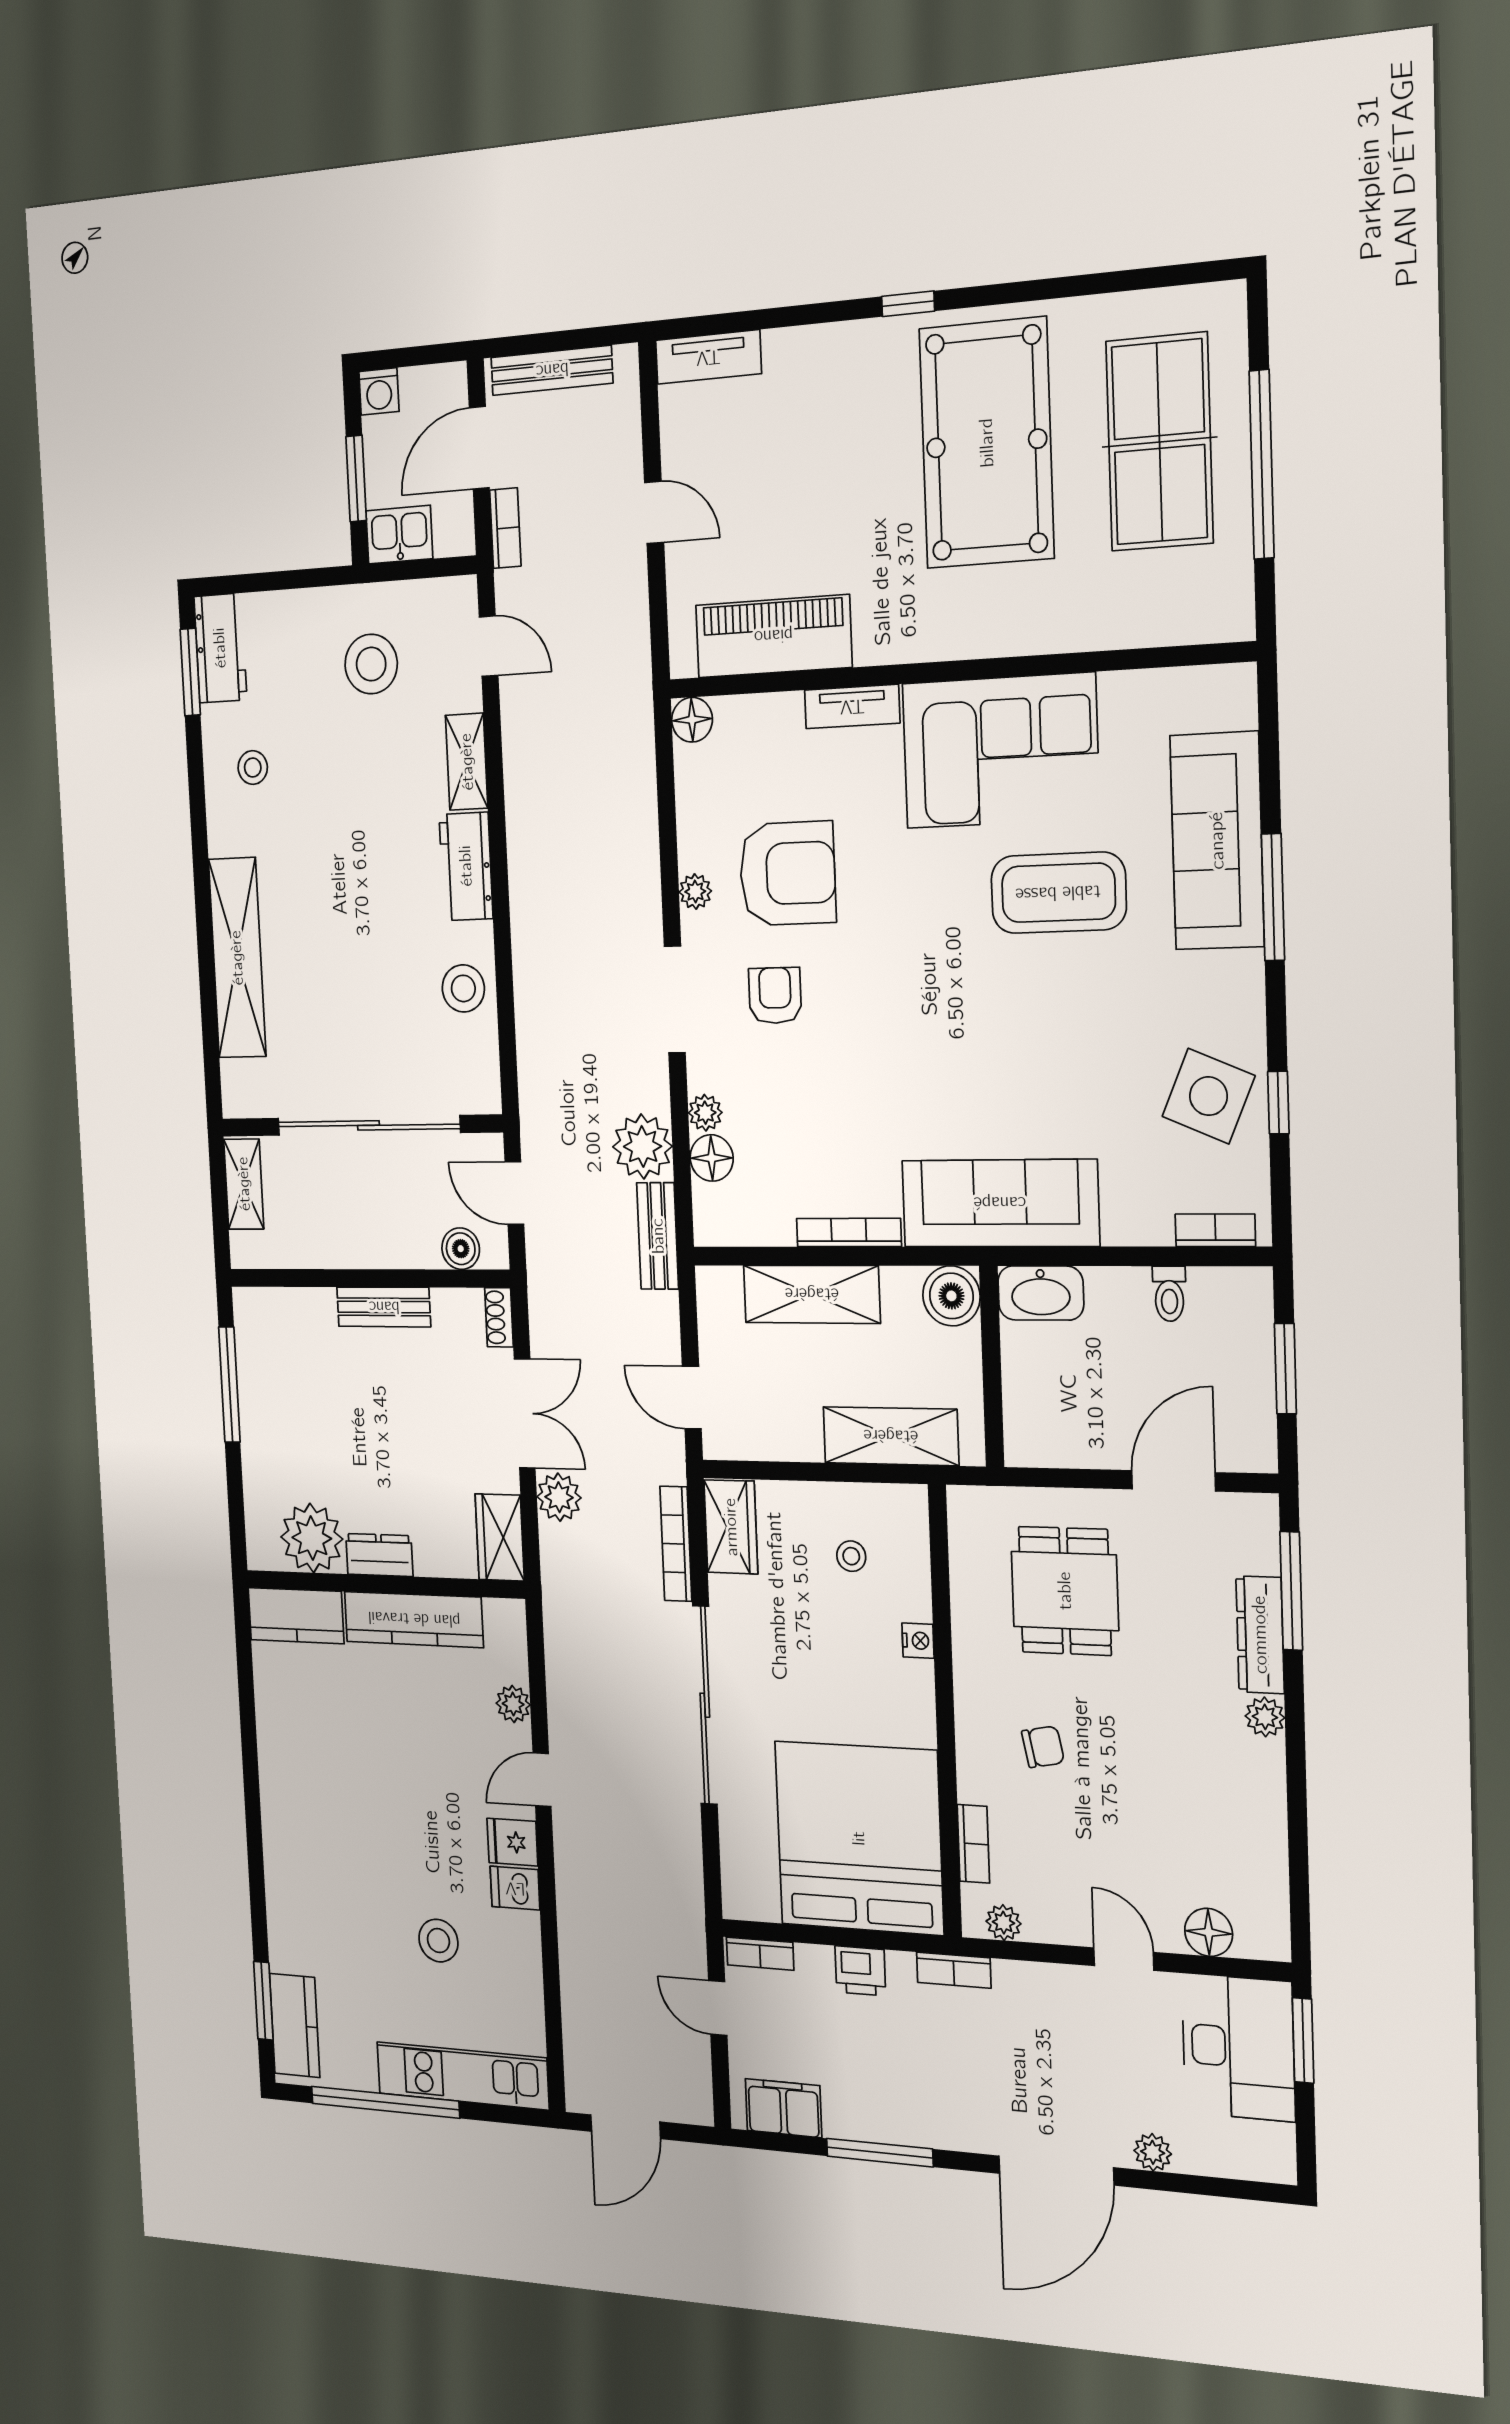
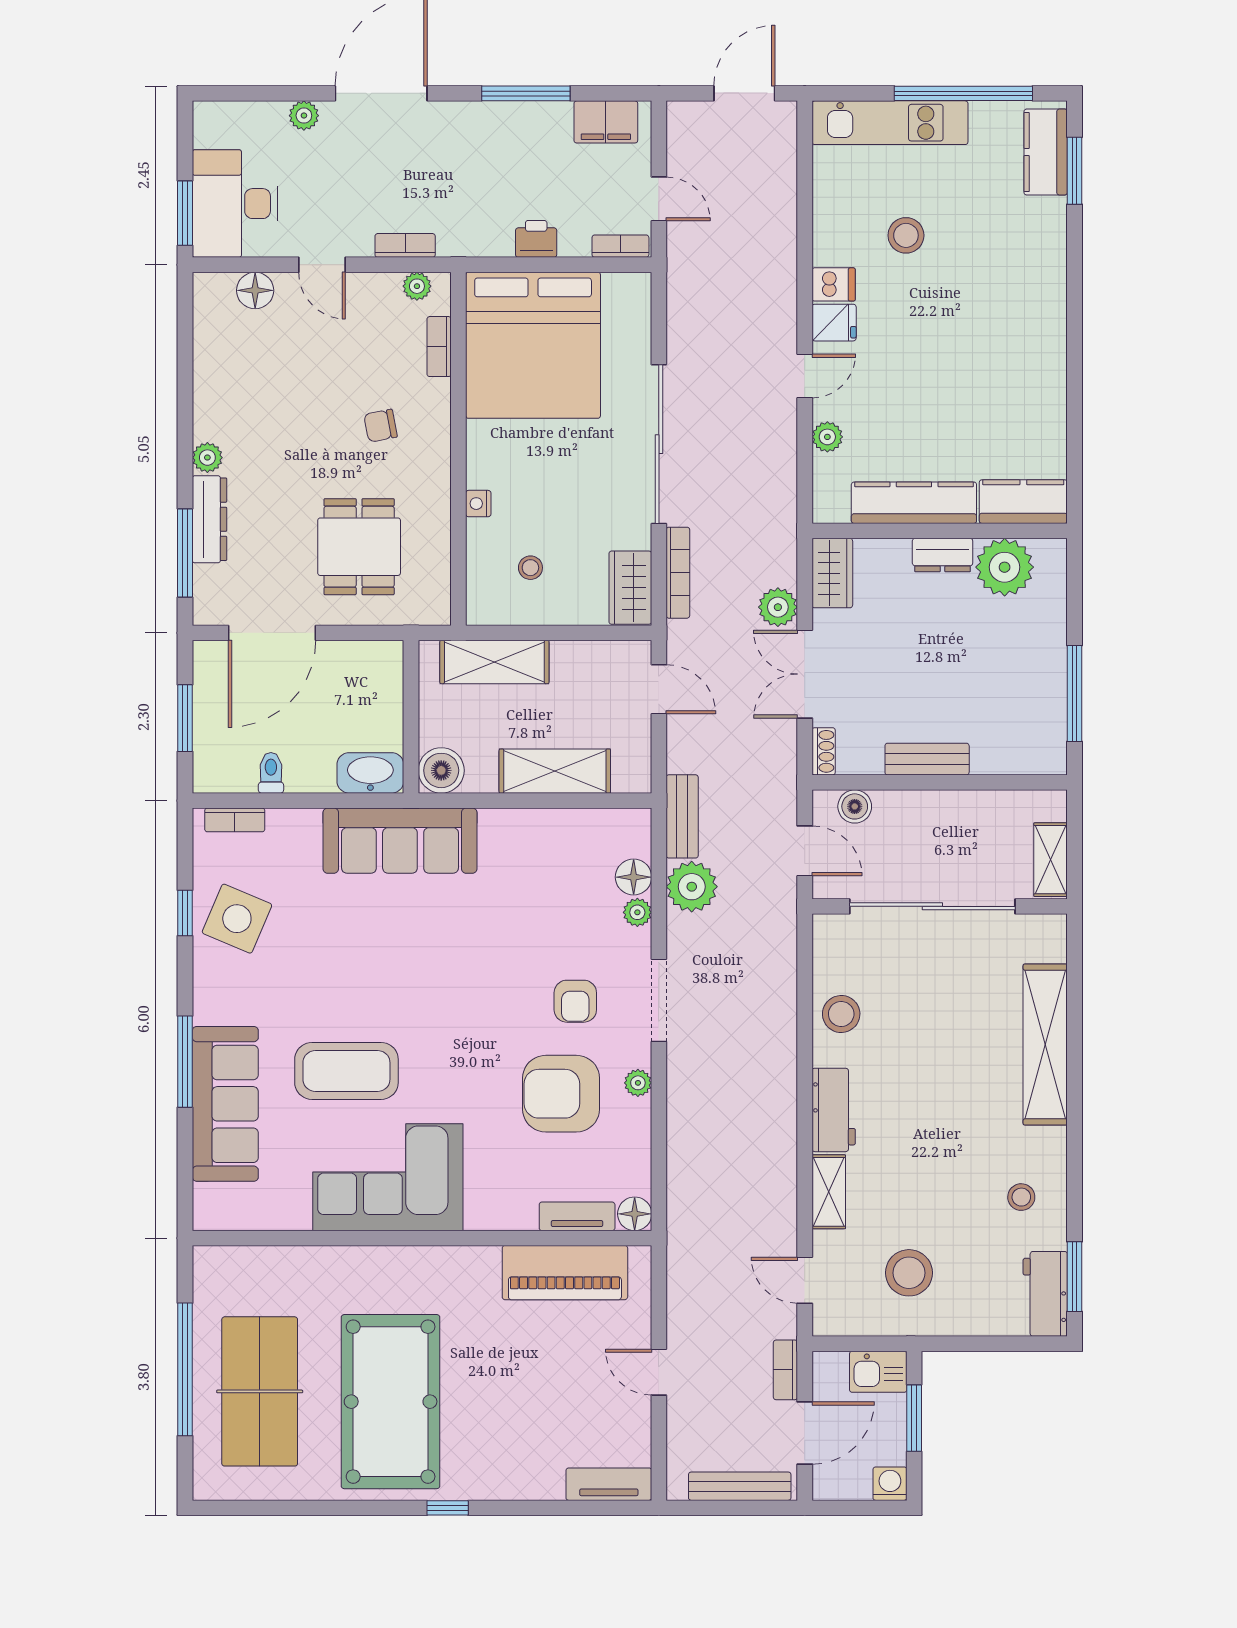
tv unit: (852, 706) -> (577, 1216), moved
bookcase: (849, 1233) -> (522, 819), removed
door: (1173, 1481) -> (272, 633), width x1.36
bookcase: (954, 1970) -> (405, 245), moved

